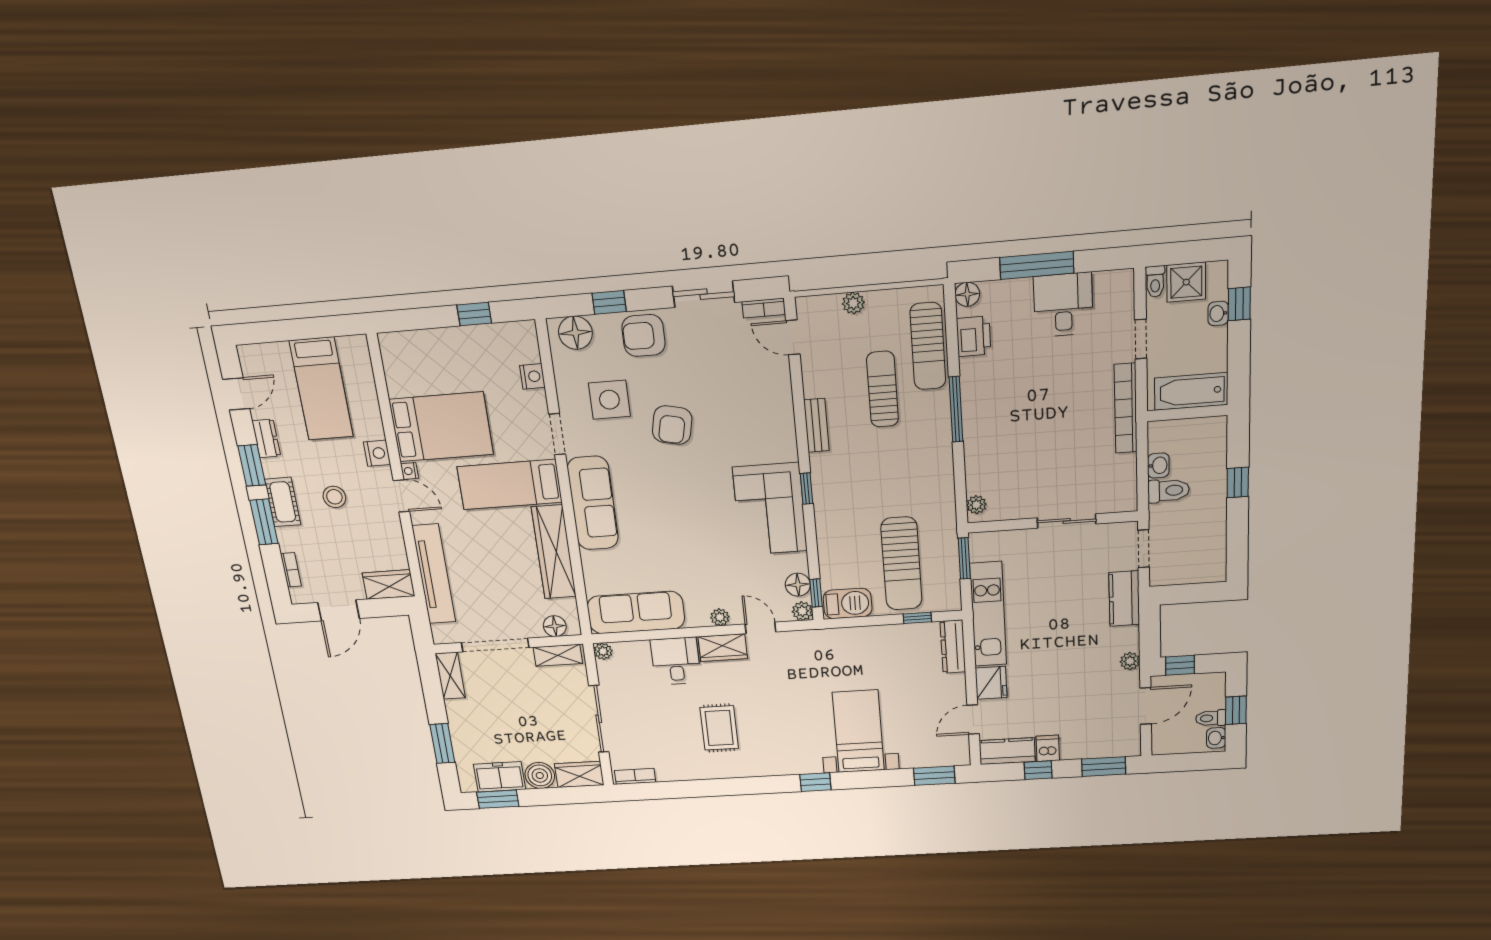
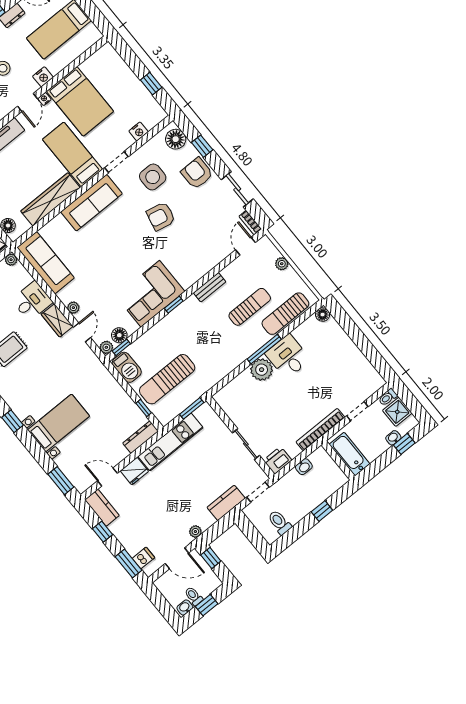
window: (1037, 265) -> (358, 337), removed
desk: (1063, 305) -> (288, 357), moved, turned -90
printer: (974, 336) -> (278, 460), moved, turned 180
toilet: (1168, 491) -> (279, 522), moved, turned 180
plant: (976, 505) -> (262, 370), moved, width x1.87, depth x1.87
dishwasher: (1048, 748) -> (143, 558), moved

